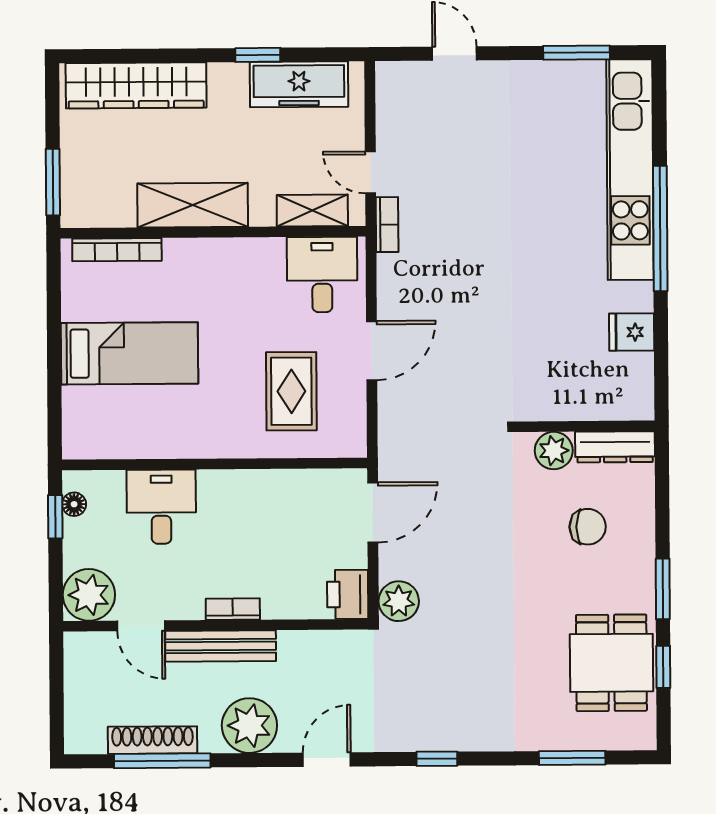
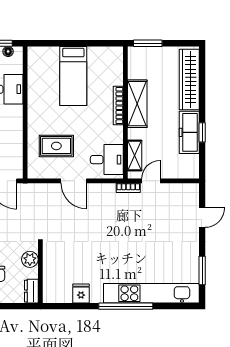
freezer: (299, 84) -> (189, 132), moved
bookcase: (117, 250) -> (118, 105), moved
dresser: (615, 447) -> (31, 291), width x0.70

